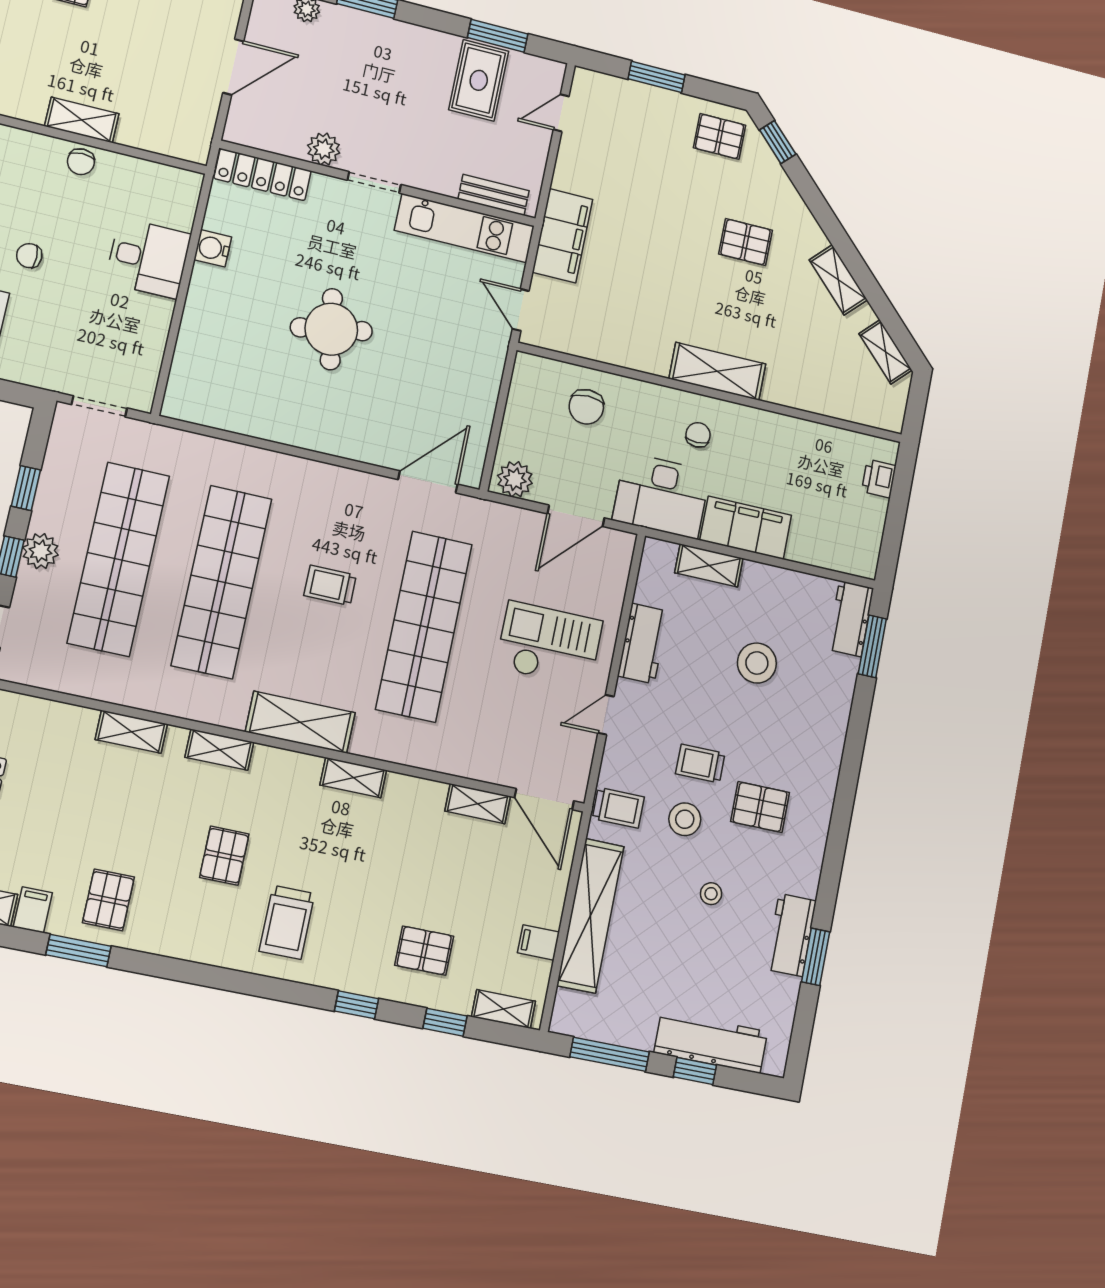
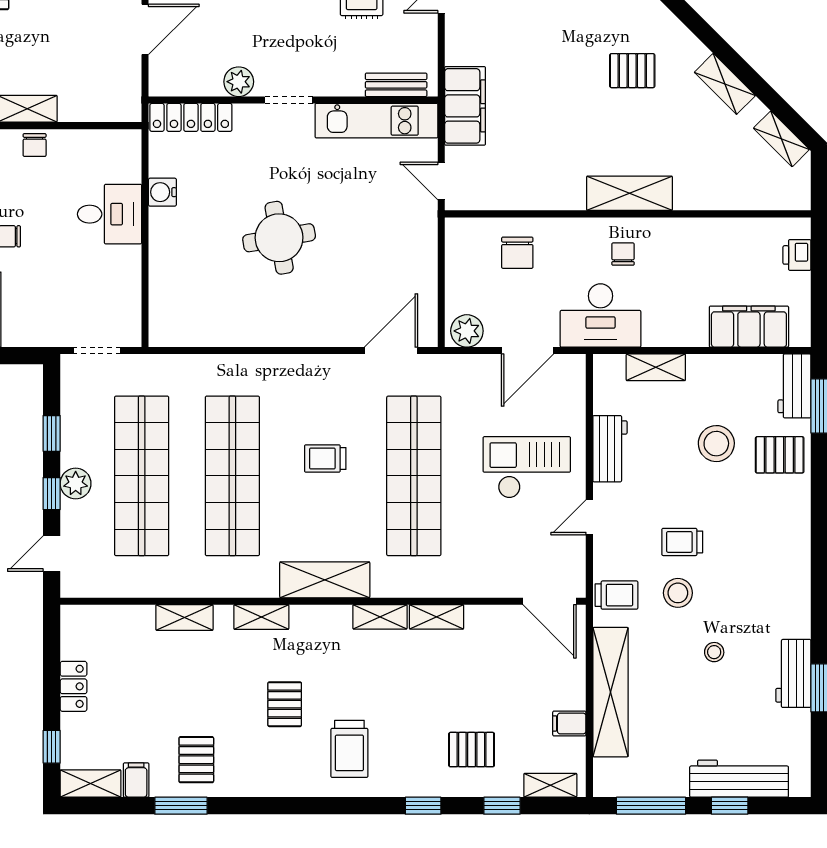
filing cabinet: (746, 528) -> (749, 327), moved
shelving: (478, 804) -> (437, 617), moved
pallet: (760, 807) -> (780, 455), moved

